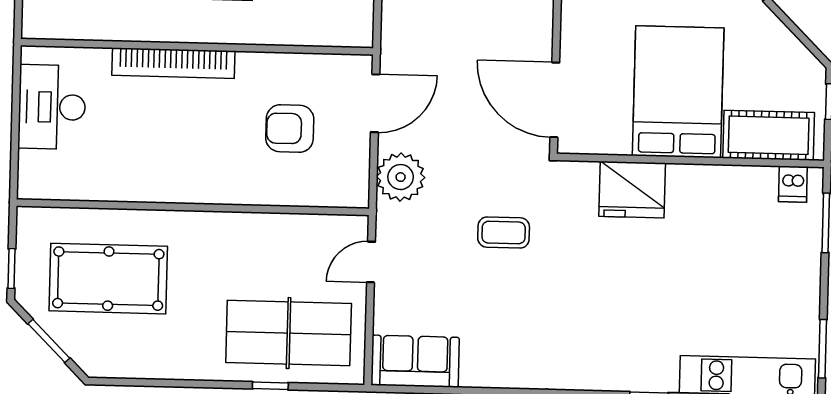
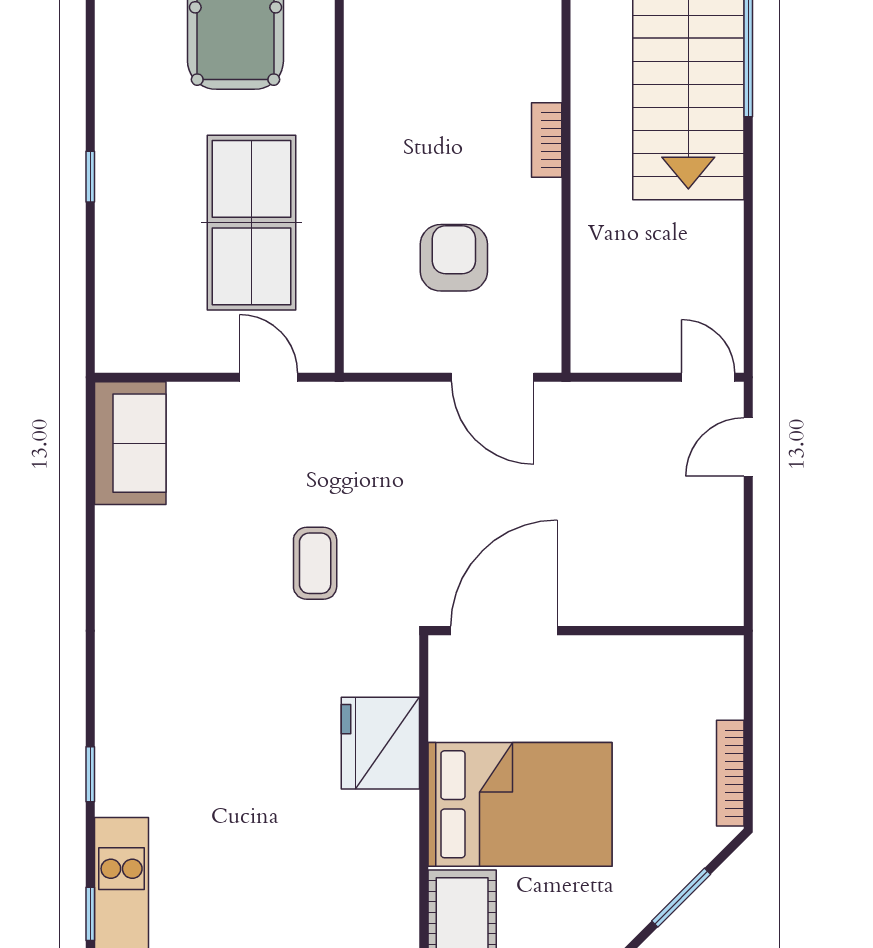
bookcase: (173, 63) -> (547, 140), width x0.43, depth x0.76
plant: (401, 177) -> (390, 416), removed
table tennis table: (289, 333) -> (251, 223), moved
window: (270, 386) -> (90, 177), moved

